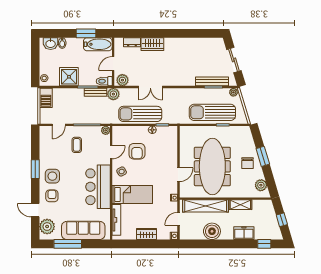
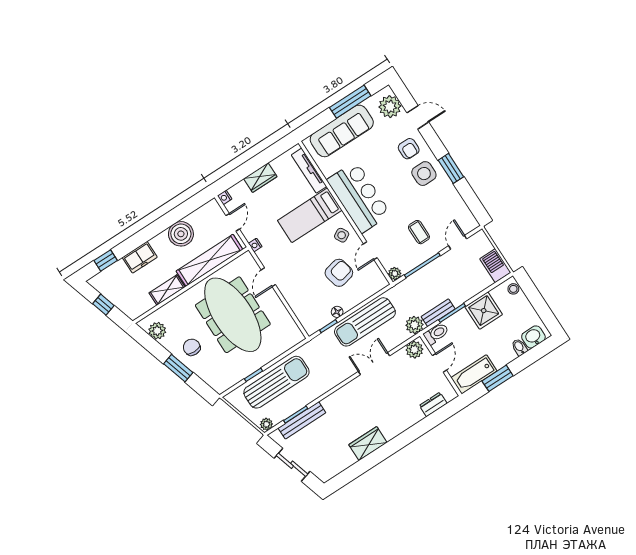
wardrobe: (152, 44) -> (368, 444), moved
sun lounger: (140, 114) -> (365, 322), turned 180
armchair: (137, 151) -> (339, 273), turned 77

